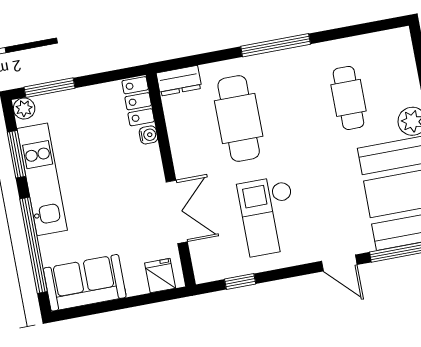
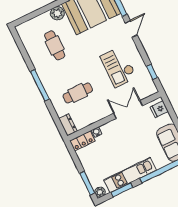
cafe table: (348, 98) -> (55, 45), turned 90
cafe table: (239, 118) -> (78, 93), width x0.73, depth x0.74
checkout: (269, 216) -> (118, 67), turned 90

